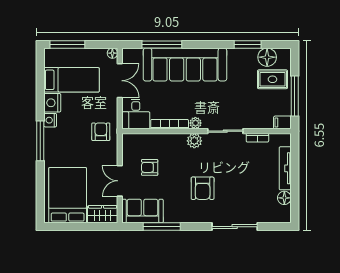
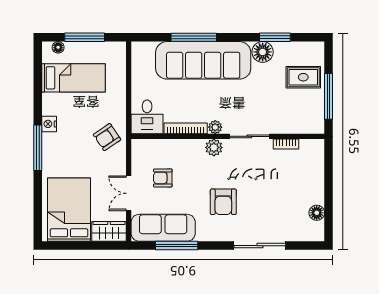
window: (67, 44) -> (85, 37), moved
window: (162, 44) -> (194, 37), moved
floor lamp: (112, 53) -> (58, 47), moved
floor lamp: (267, 57) -> (263, 52), moved
double door: (120, 81) -> (129, 79), removed
nightstand: (52, 103) -> (51, 104), removed
filing cabinet: (282, 122) -> (315, 127), removed
armchair: (101, 132) -> (107, 137), turned -124
tv unit: (285, 168) -> (318, 179), removed
sofa: (142, 211) -> (163, 228), width x1.36

